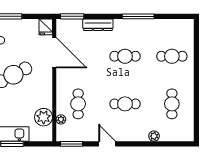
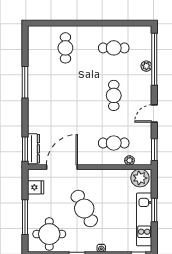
dresser: (98, 25) -> (33, 149), moved
fridge: (46, 27) -> (36, 187), moved
cafe table: (125, 56) -> (65, 95), removed
plant: (44, 117) -> (140, 178), moved
window: (161, 144) -> (154, 59), added

